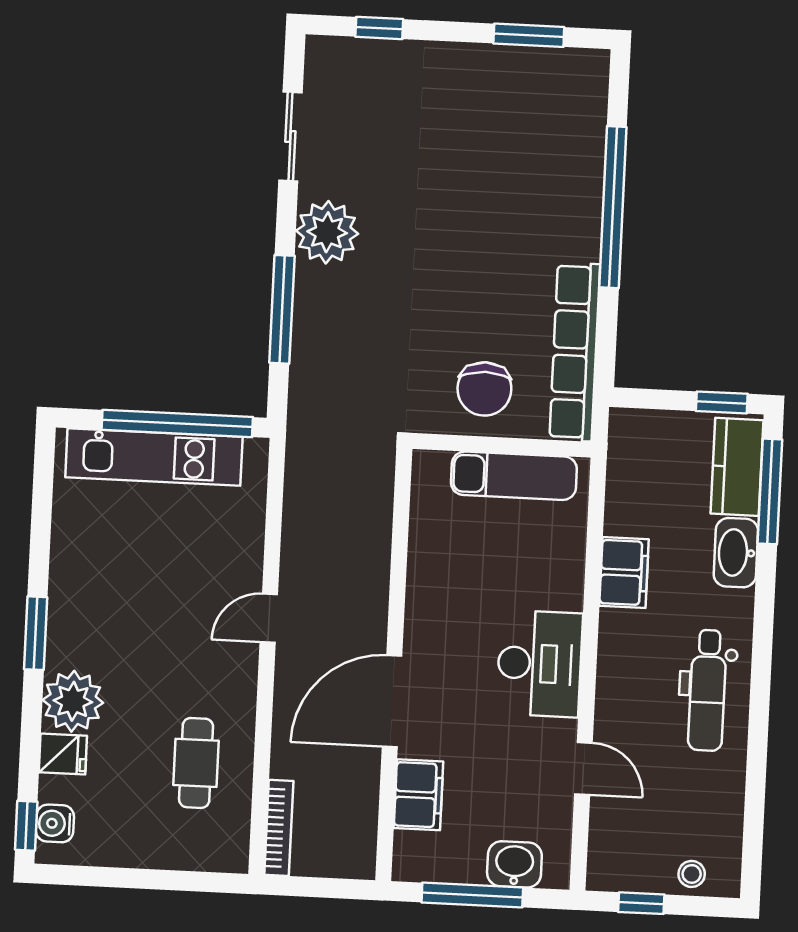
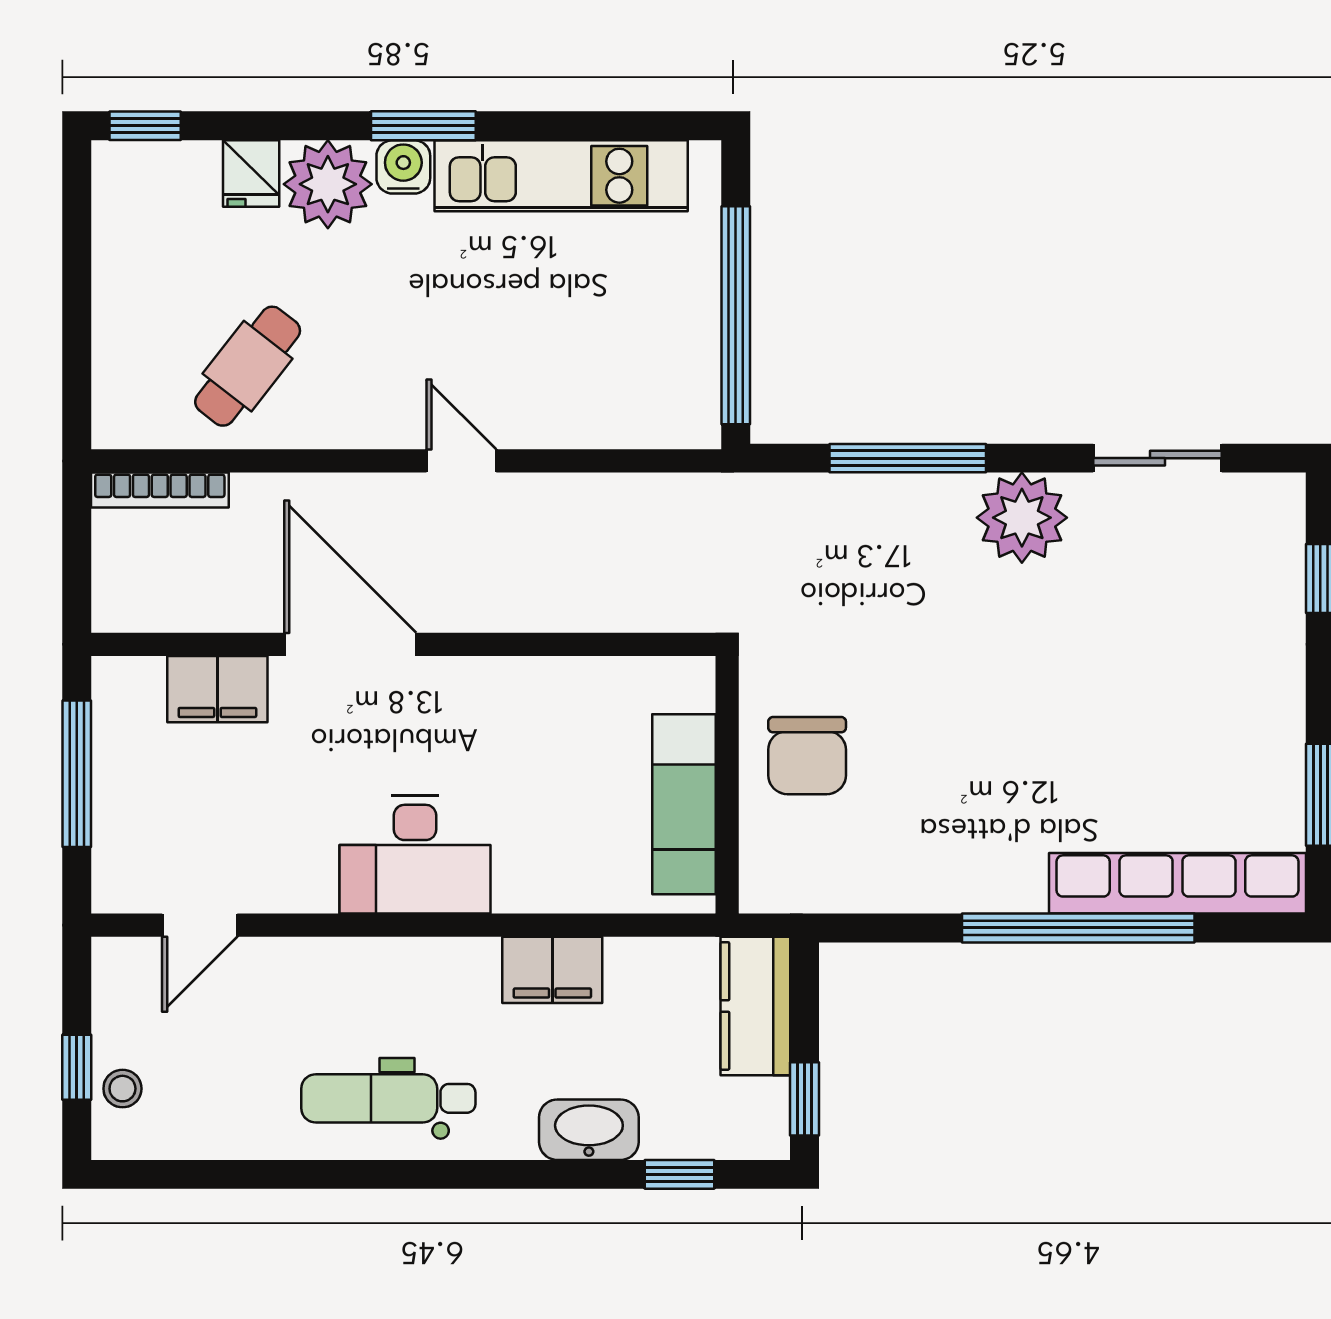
row of seats: (575, 352) -> (1177, 883), moved
chair: (484, 389) -> (807, 756), turned -90
kitchen unit: (154, 457) -> (561, 176), moved, turned -90
kitchen counter: (737, 467) -> (755, 1006), moved, turned -90
window: (770, 491) -> (680, 1174), width x0.46
cafe table: (196, 763) -> (248, 366), turned -52
door: (583, 768) -> (200, 925), moved
water cooler: (55, 823) -> (403, 167), moved
washbasin: (514, 864) -> (124, 832), removed
window: (641, 903) -> (77, 1067), moved

